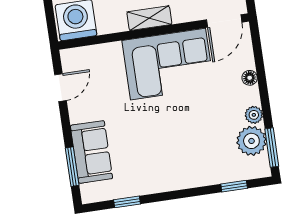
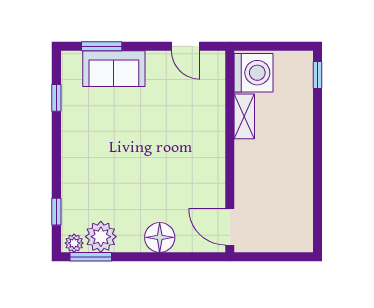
shelving: (149, 18) -> (244, 116), moved
corner sofa: (168, 64) -> (194, 162), removed
floor lamp: (250, 78) -> (160, 237), width x1.89, depth x1.89
plant: (254, 115) -> (74, 243), moved

